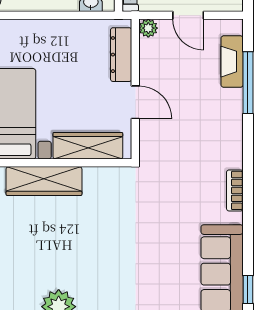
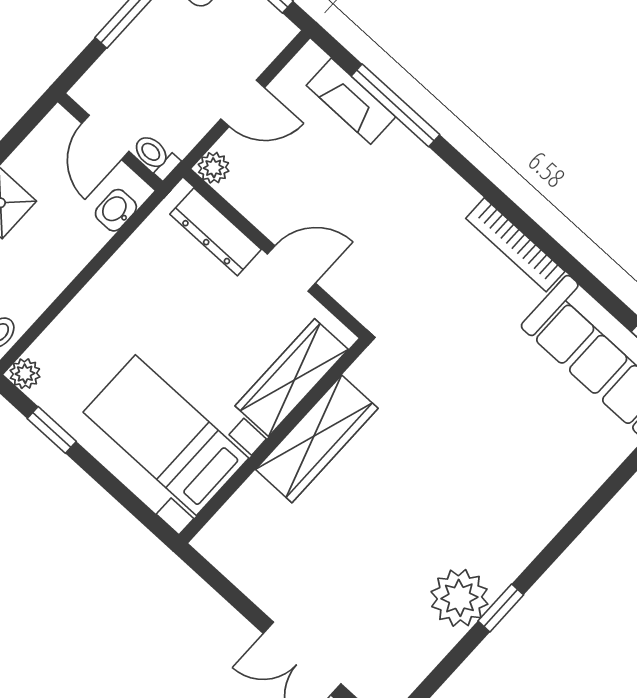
wardrobe: (44, 181) -> (317, 439), moved
bookcase: (235, 190) -> (515, 245), width x1.56

